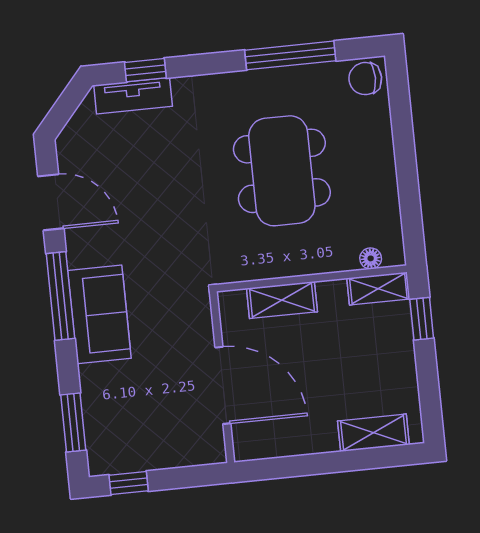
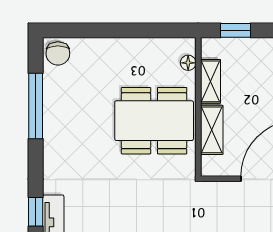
dining table: (282, 171) -> (154, 121), moved
shelving: (378, 289) -> (210, 81), moved

